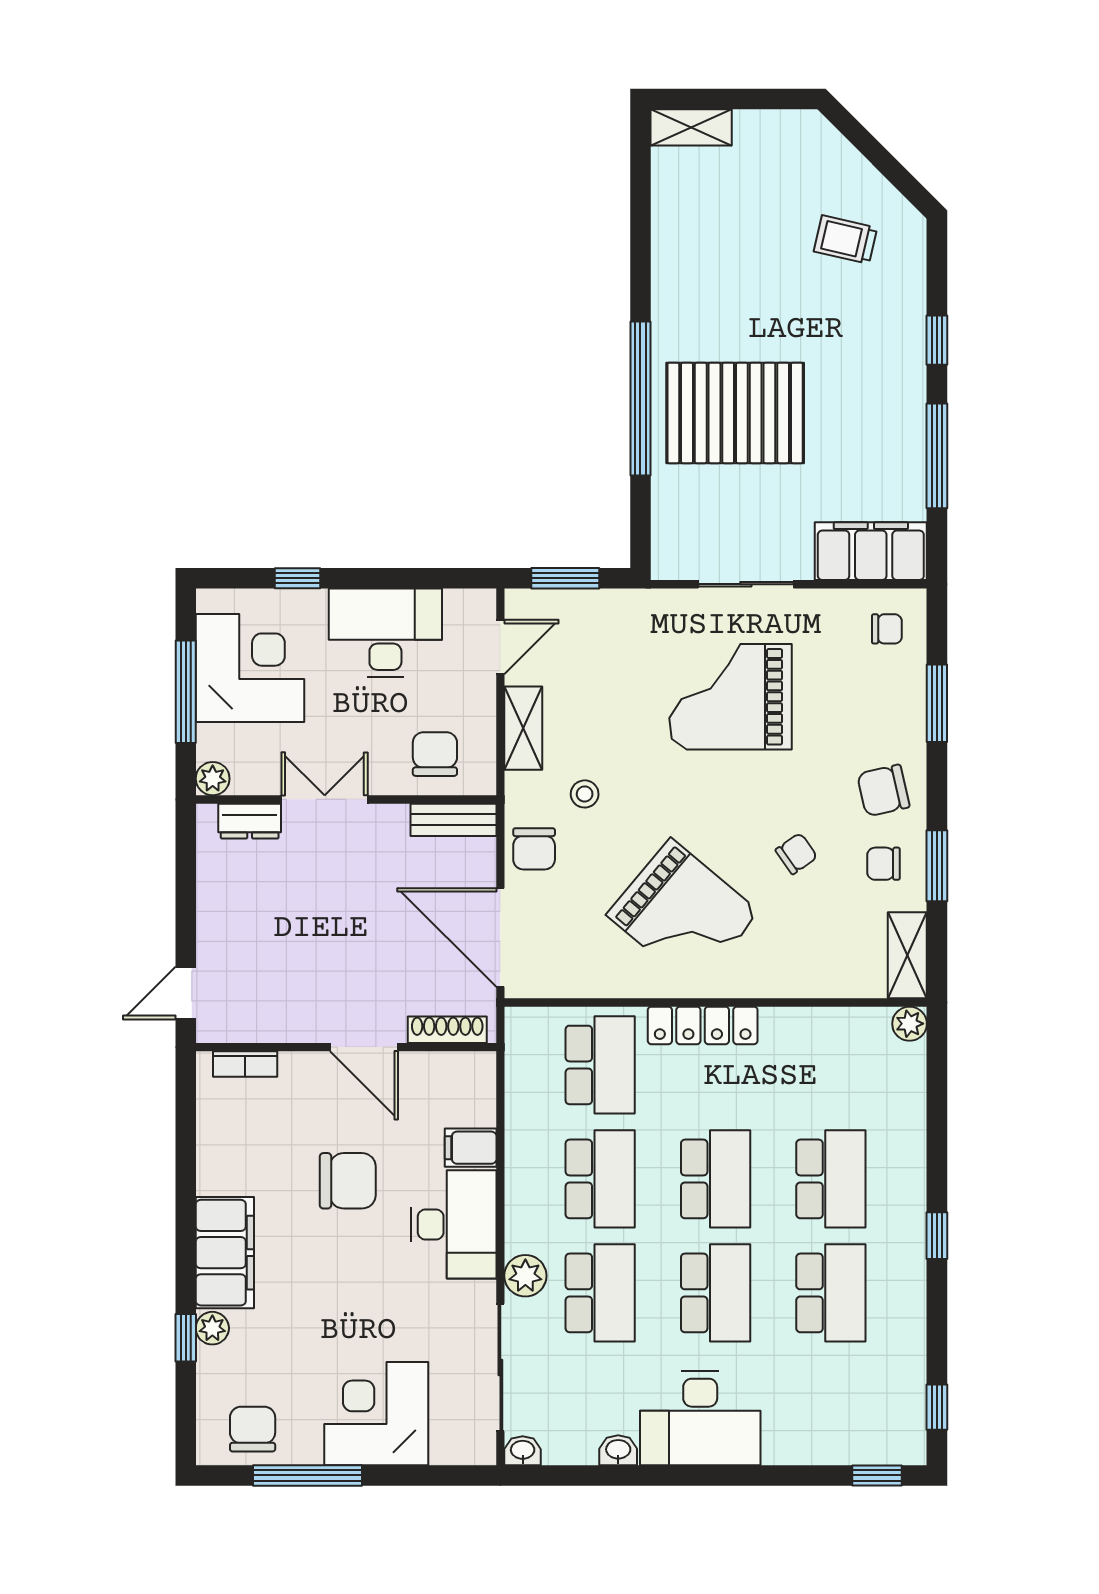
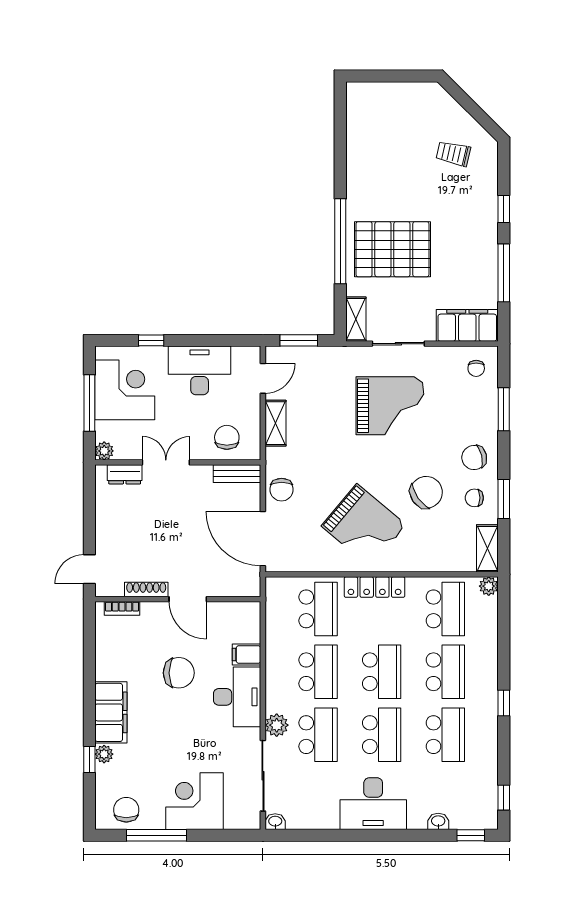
shelving: (691, 127) -> (356, 319), moved, turned 90
chair: (887, 629) -> (476, 368), turned 90
grand piano: (731, 697) -> (390, 406), turned 180
stool: (585, 794) -> (309, 459), removed
chair: (796, 854) -> (426, 492), width x1.87, depth x1.87
shoe rack: (447, 1030) -> (146, 589), moved
school desk: (831, 1065) -> (445, 609), added
washbasin: (618, 1450) -> (438, 821), moved

